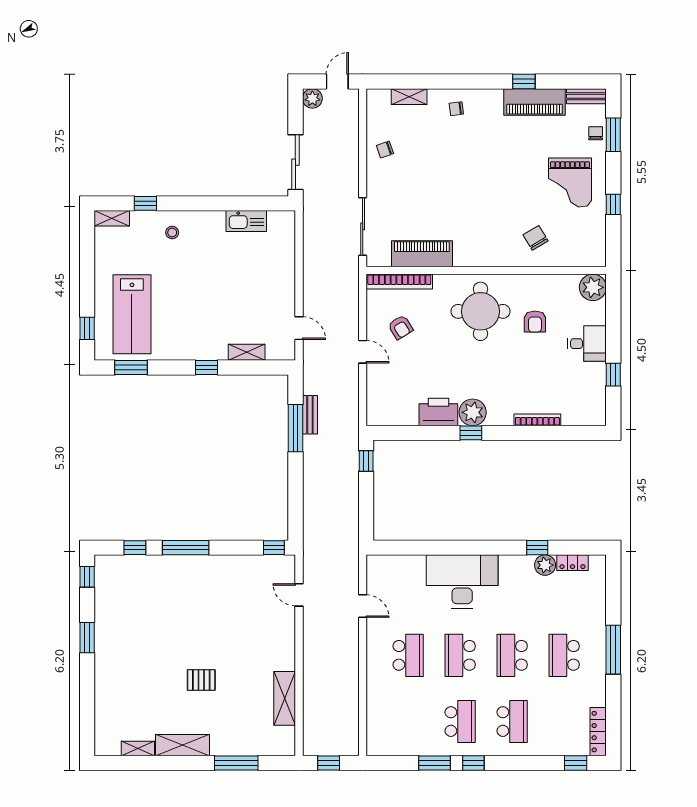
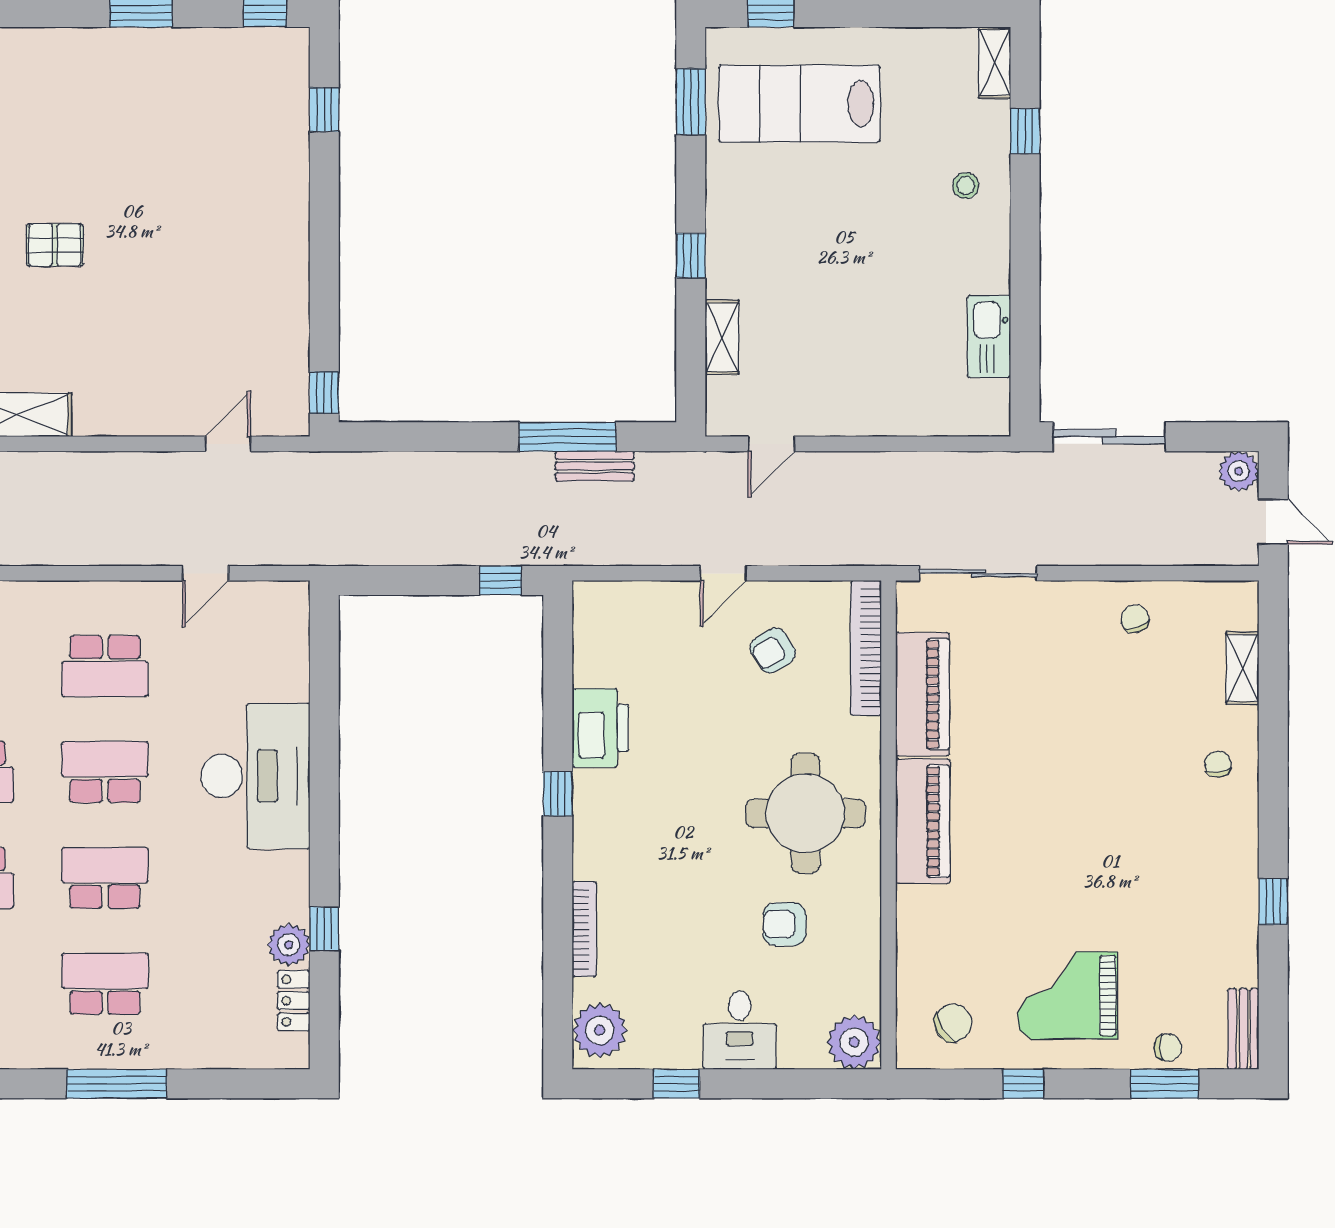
piano: (534, 102) -> (923, 821), moved, turned 180
chair: (535, 238) -> (953, 1023), moved
plant: (473, 412) -> (600, 1030), moved
window: (186, 548) -> (324, 213), removed
pallet: (201, 680) -> (55, 245), turned 90

